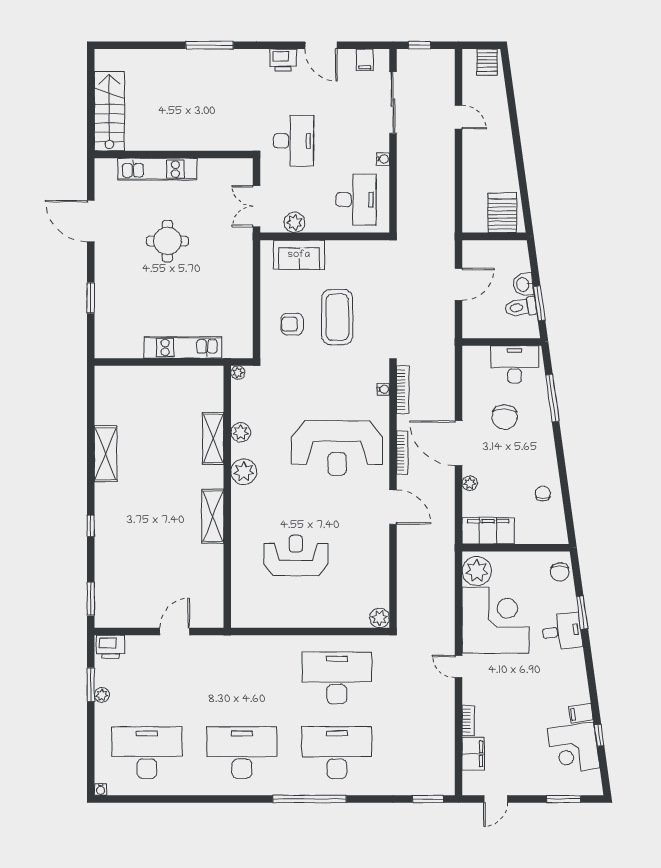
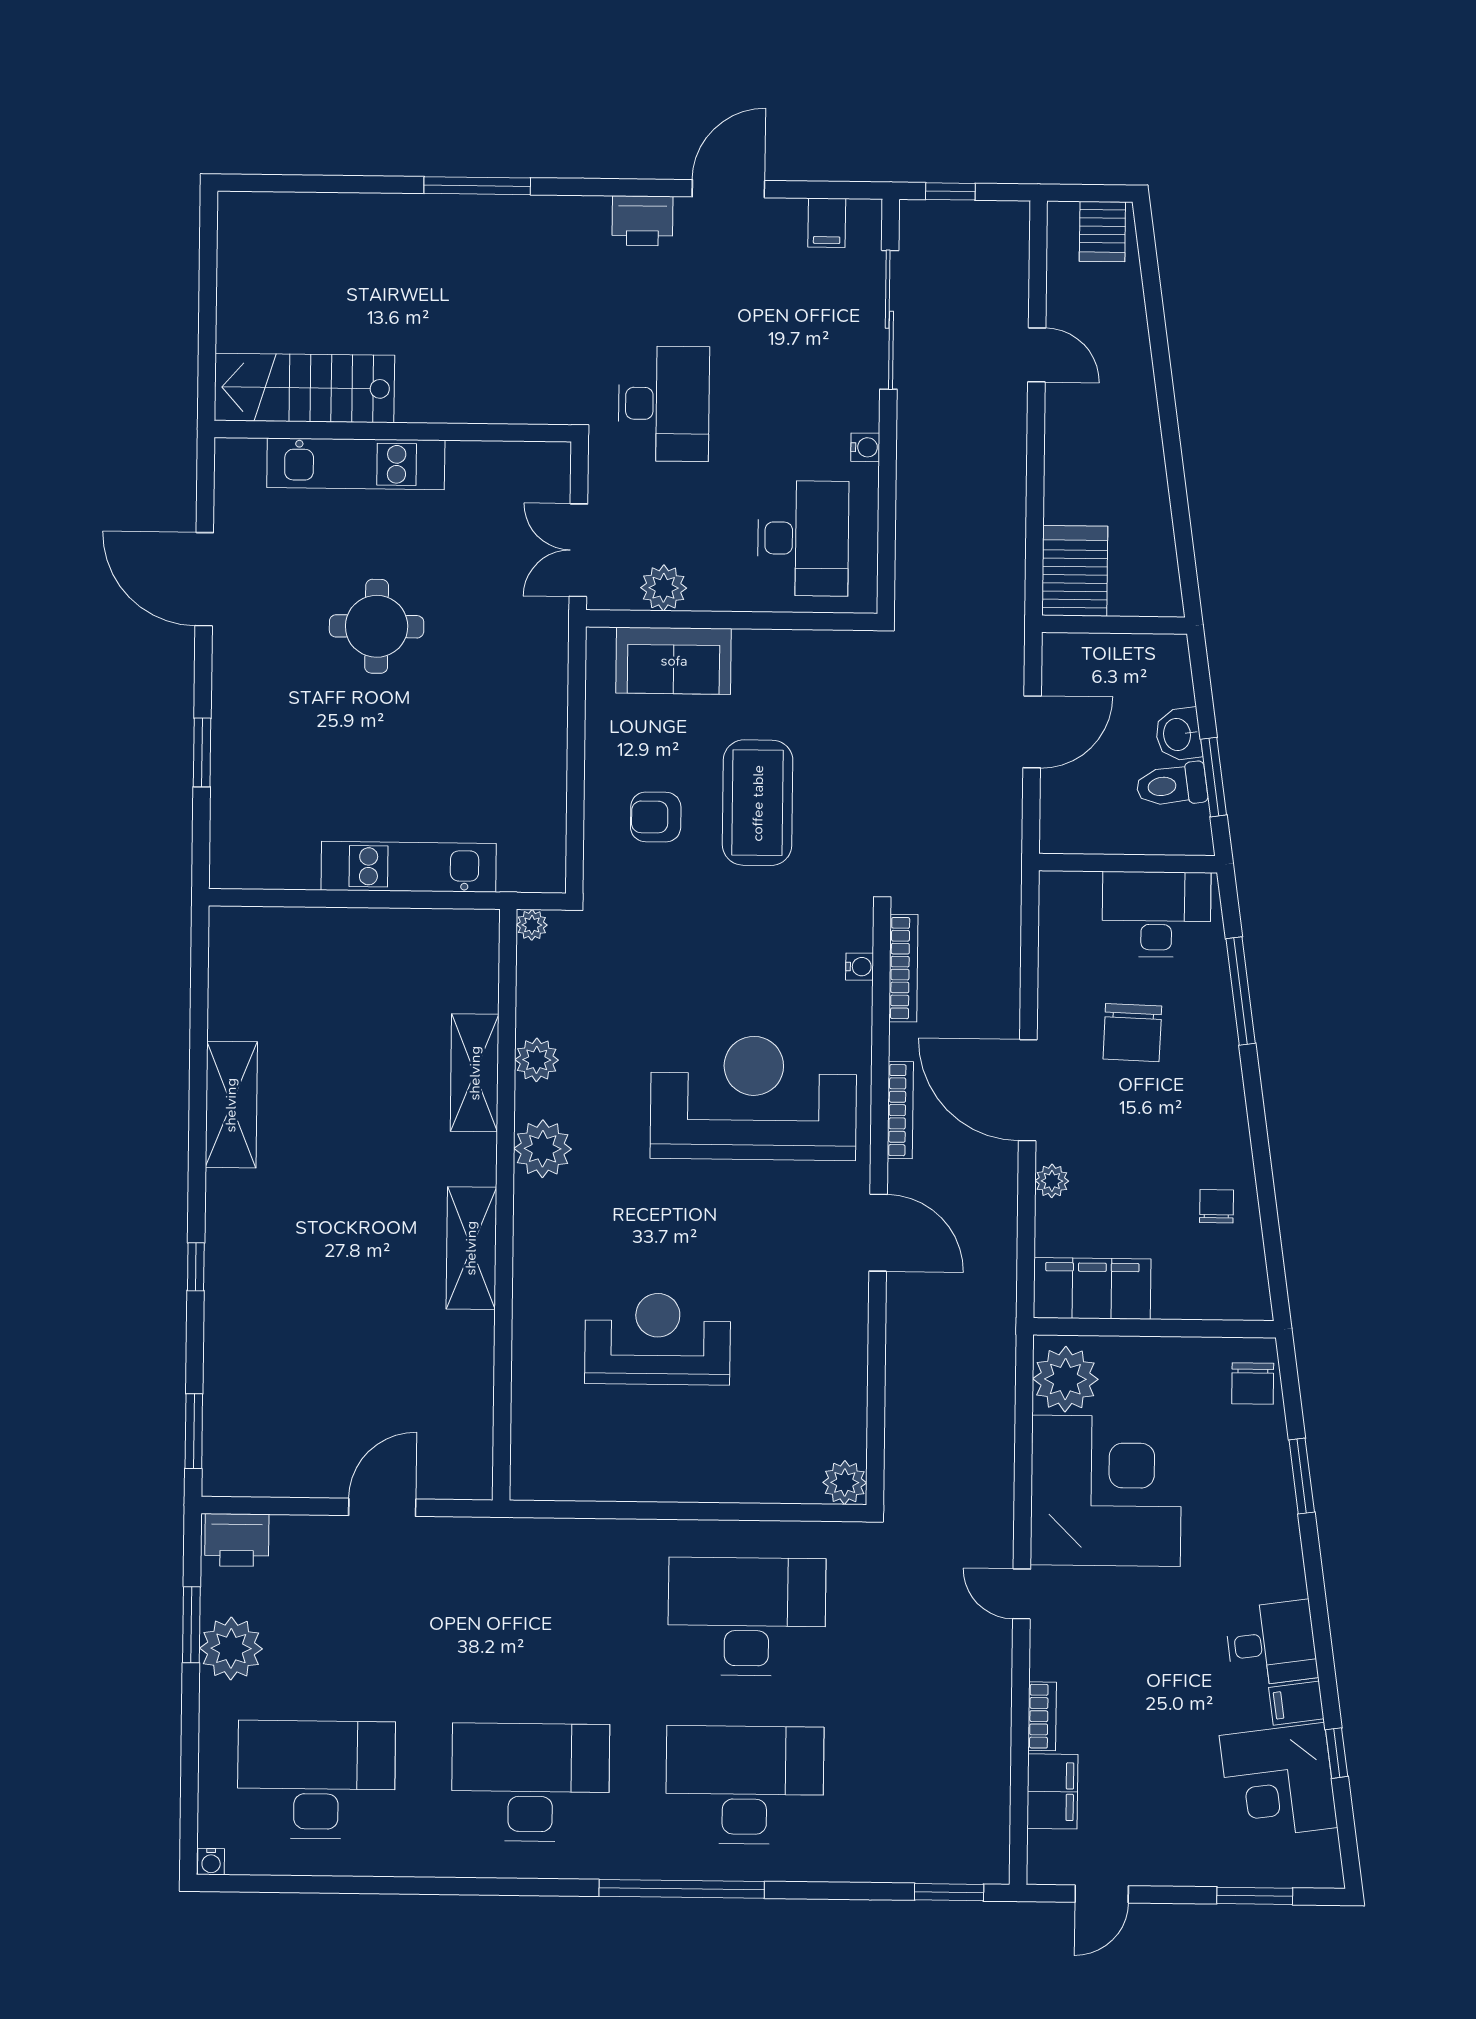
door: (321, 45) -> (728, 189), swing flipped
stairs: (109, 111) -> (304, 388), moved, turned -90
server rack: (502, 213) -> (1075, 571), moved
reception desk: (337, 448) -> (753, 1098), turned 180
desk: (562, 631) -> (1271, 1644), moved
plant: (102, 695) -> (231, 1648), width x1.88, depth x1.88

